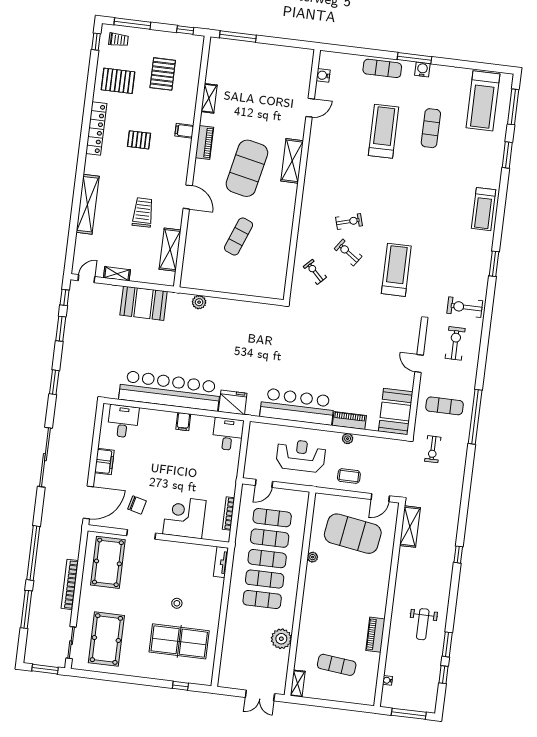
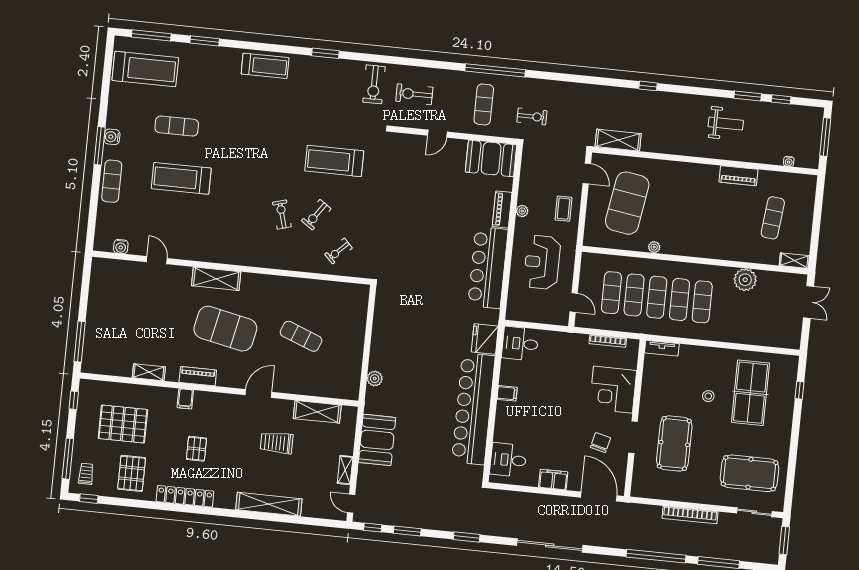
pallet: (163, 74) -> (123, 424), width x1.37, depth x1.41
pool table: (108, 562) -> (674, 443), moved, turned 90

